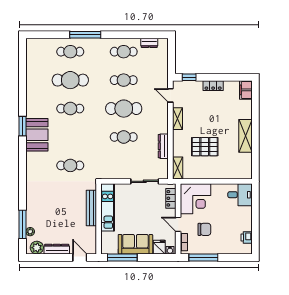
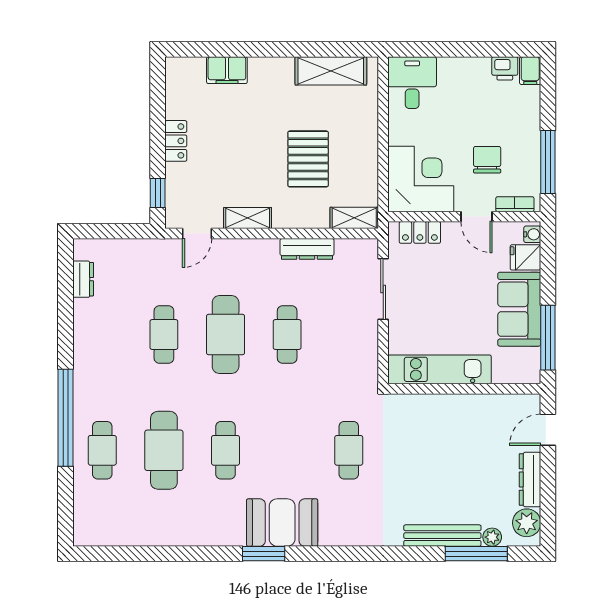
window: (85, 35) -> (66, 418), width x1.46
cafe table: (124, 52) -> (102, 335), removed
filing cabinet: (246, 90) -> (227, 70), moved
shelving: (245, 136) -> (331, 71), moved
bench: (91, 208) -> (442, 536), moved
door: (178, 224) -> (476, 217), hinge flipped
filing cabinet: (246, 249) -> (530, 71), added

